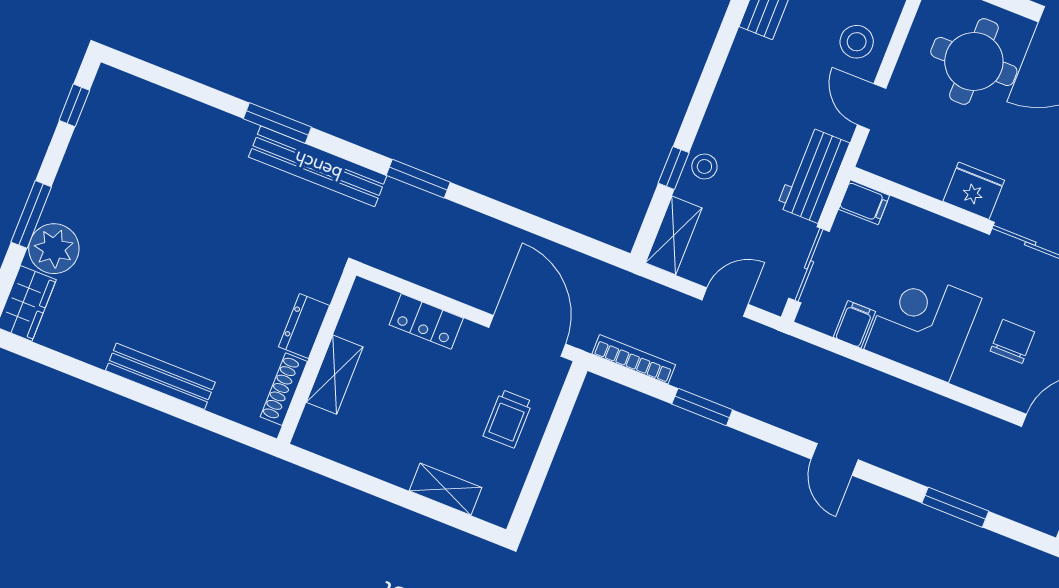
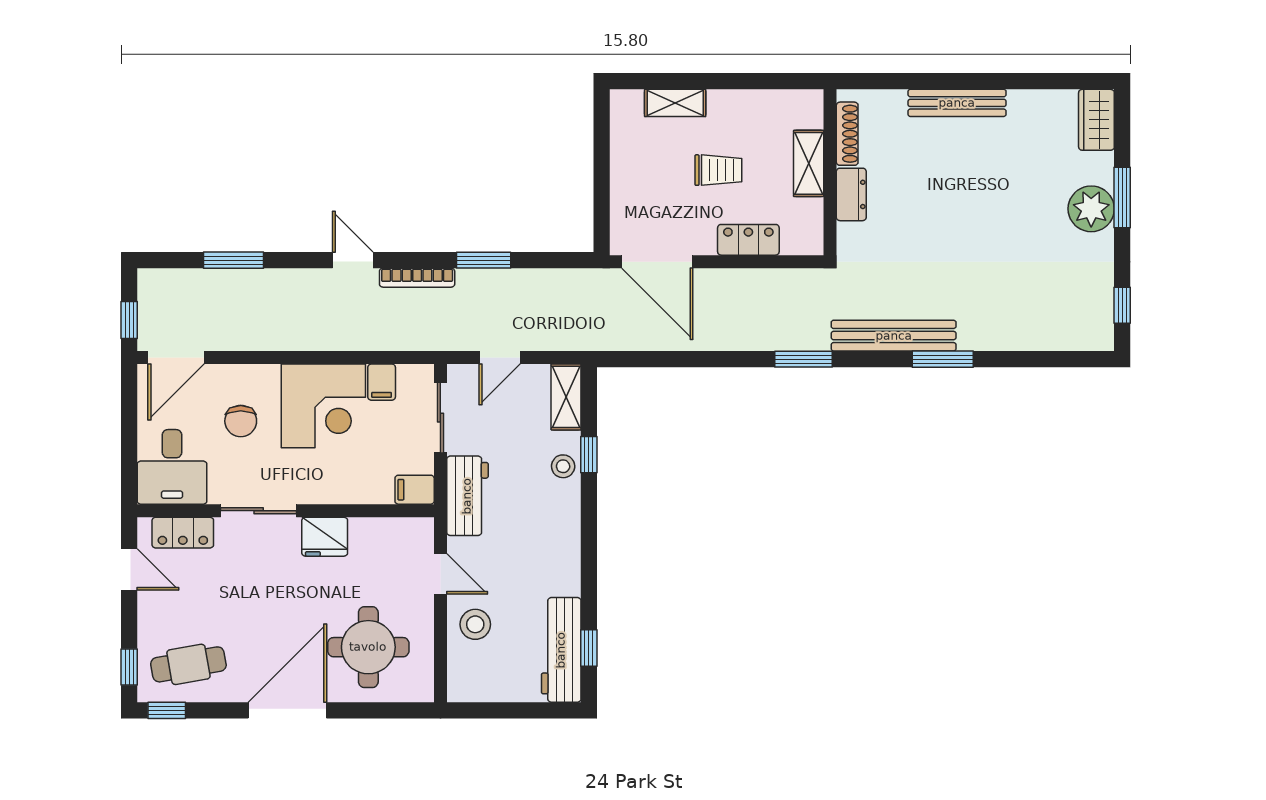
plant: (54, 249) -> (1091, 209), moved
bookcase: (634, 359) -> (417, 278), moved
trolley: (508, 419) -> (718, 170), moved, turned 90

